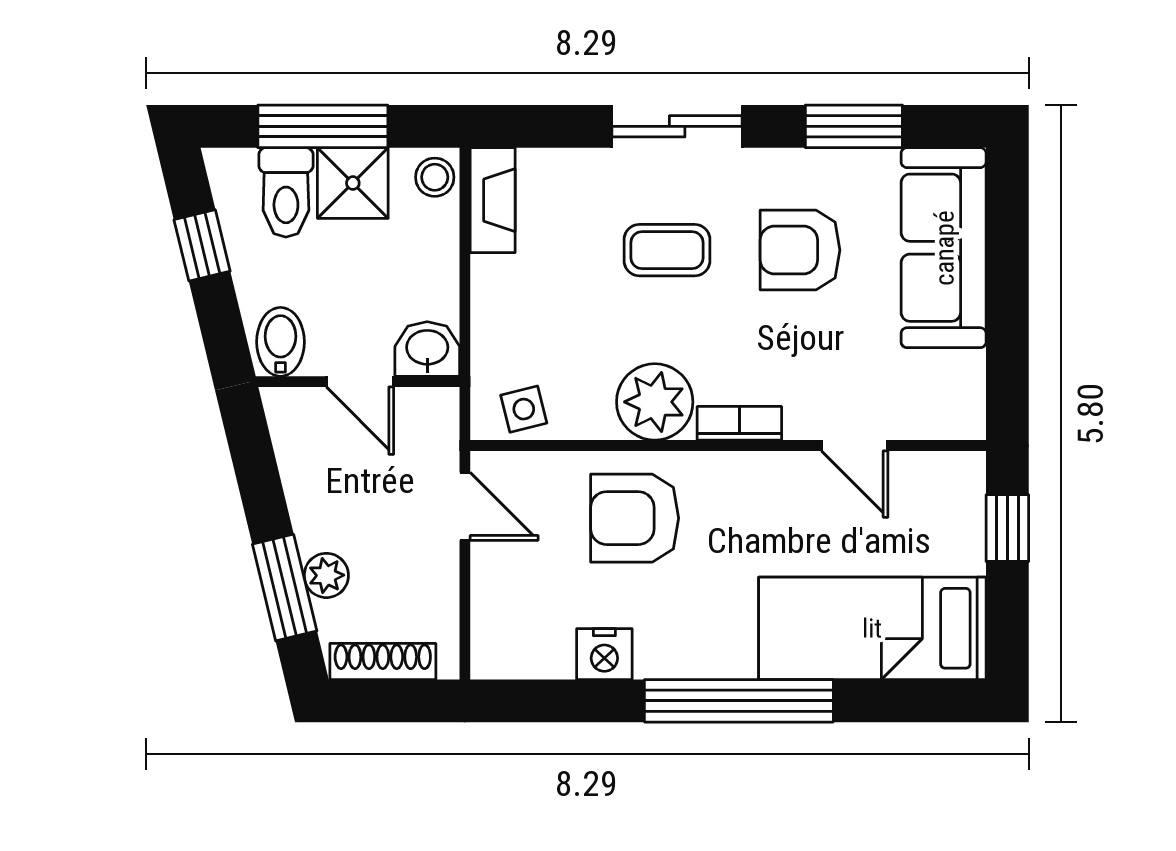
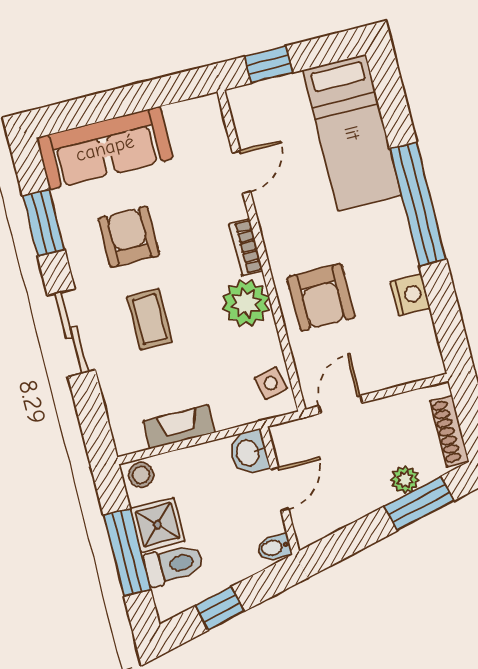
fireplace: (493, 200) -> (179, 427), moved
armchair: (800, 250) -> (129, 237), turned 180
bidet: (281, 342) -> (274, 547), width x0.72, depth x0.74

